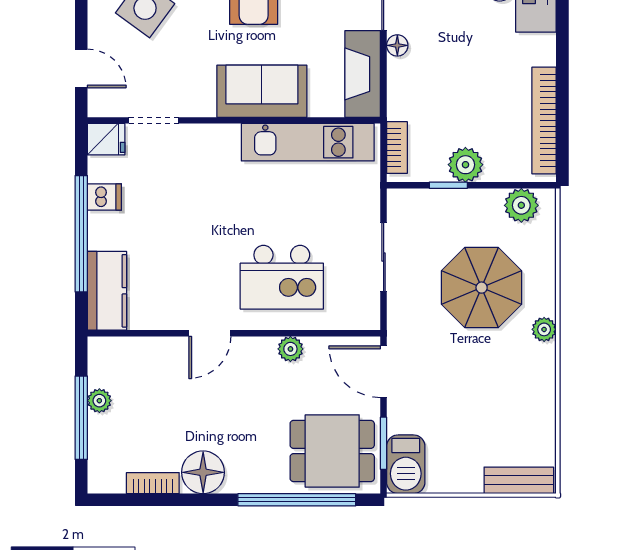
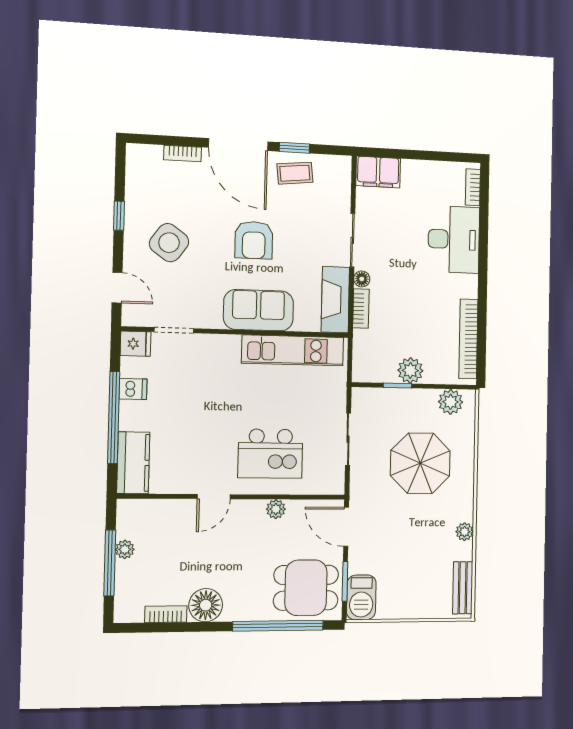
bookcase: (397, 148) -> (361, 308), moved
plant: (544, 329) -> (465, 532), moved
bench: (519, 480) -> (463, 588), moved, turned 90

